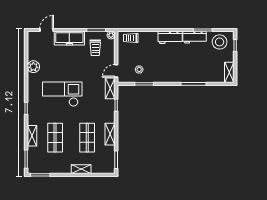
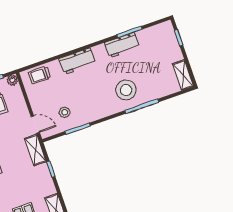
workbench: (170, 37) -> (77, 61), moved
stool: (220, 42) -> (126, 90), moved
door: (116, 71) -> (35, 124), swing flipped

